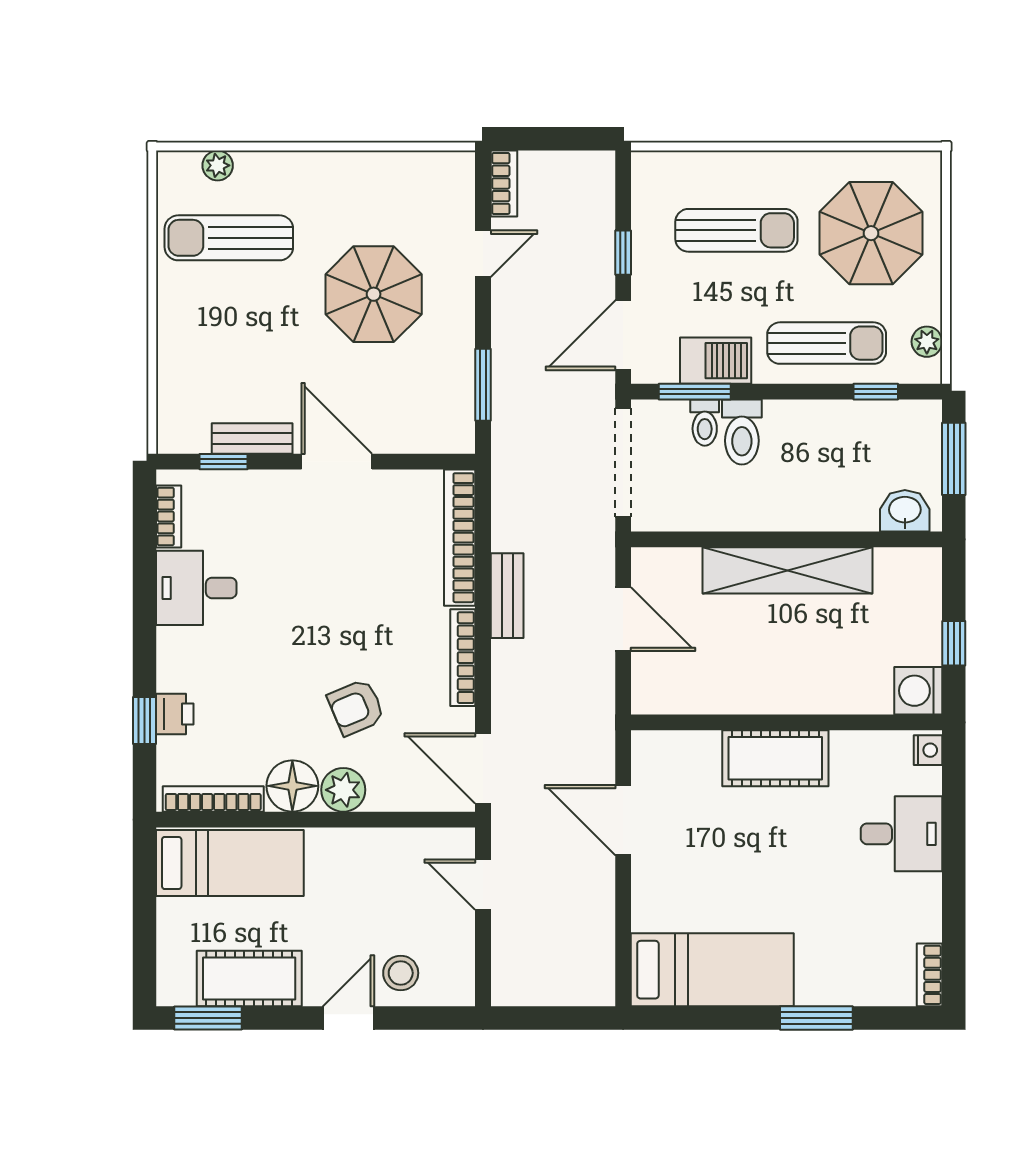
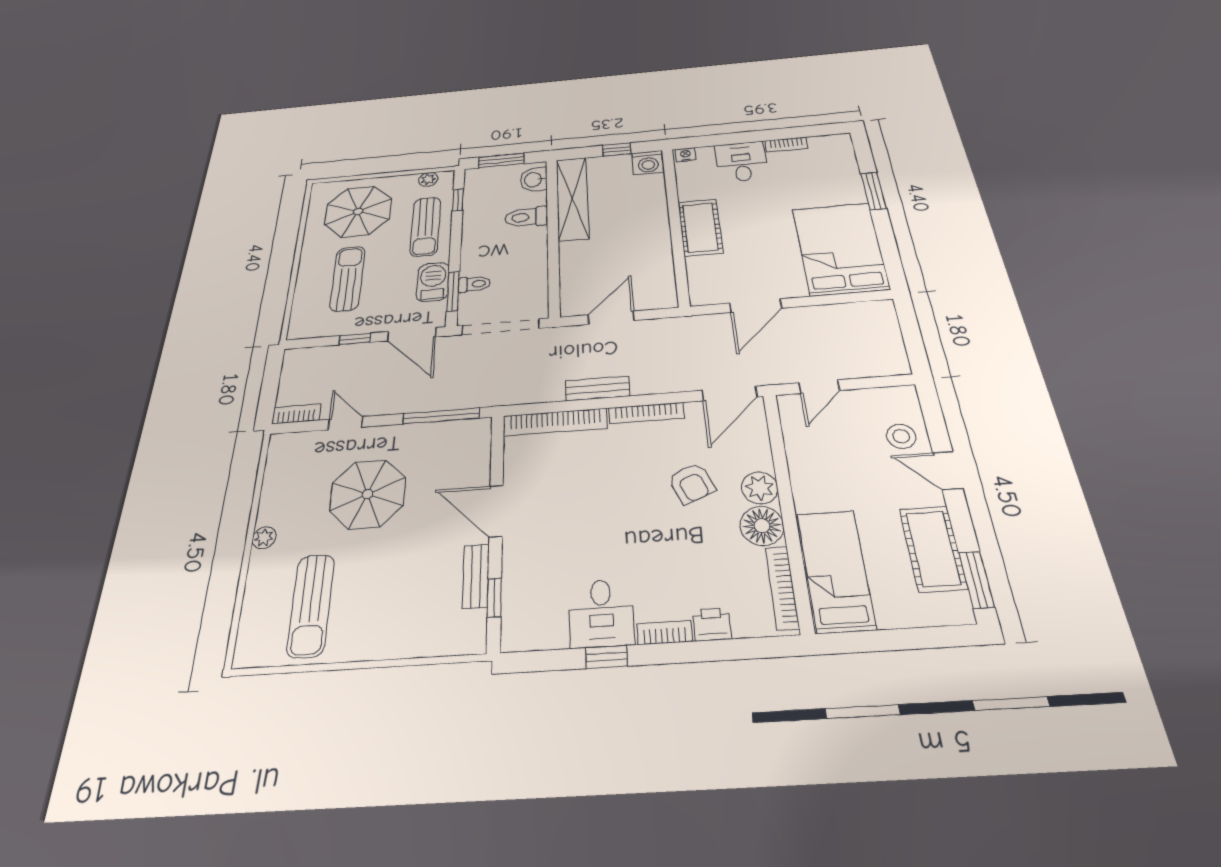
plant: (218, 165) -> (264, 538), moved
sun lounger: (827, 343) -> (425, 226), turned 180
window: (483, 385) -> (441, 416), width x1.44
toilet: (742, 432) -> (526, 217), moved, turned 180
door: (337, 462) -> (496, 511), hinge flipped
bookcase: (169, 516) -> (665, 633), moved
shelving: (788, 570) -> (572, 198), moved
window: (145, 720) -> (607, 657), moved
bed: (712, 970) -> (840, 248), width x1.50
bookcase: (929, 975) -> (786, 145), moved

